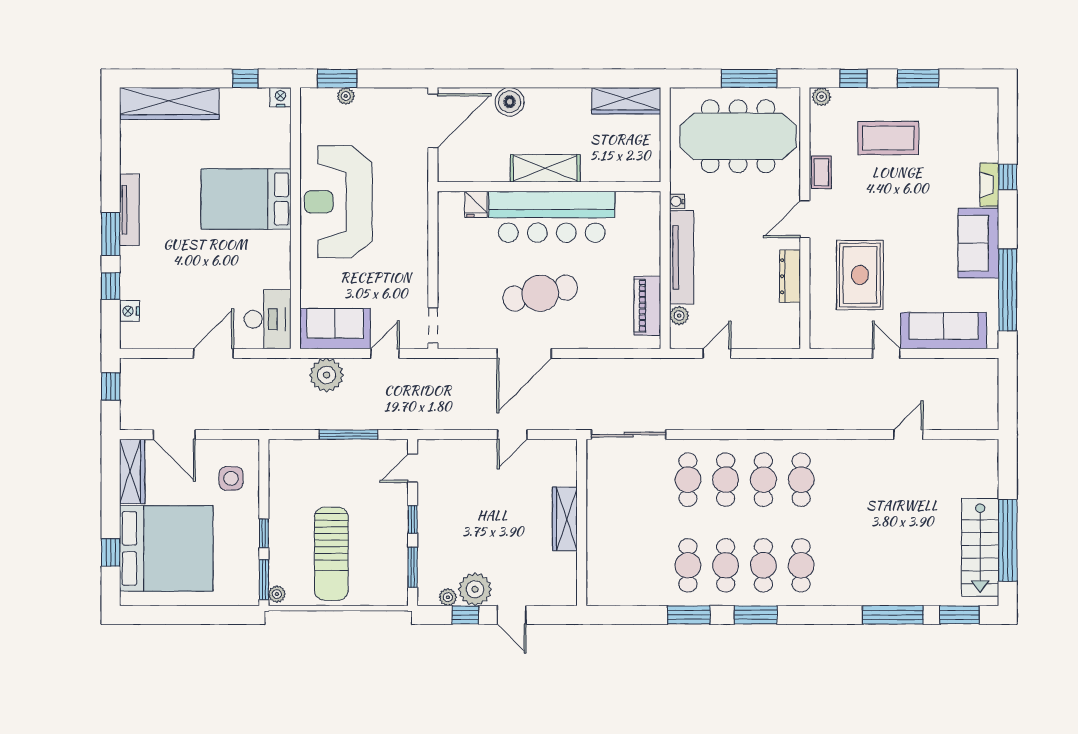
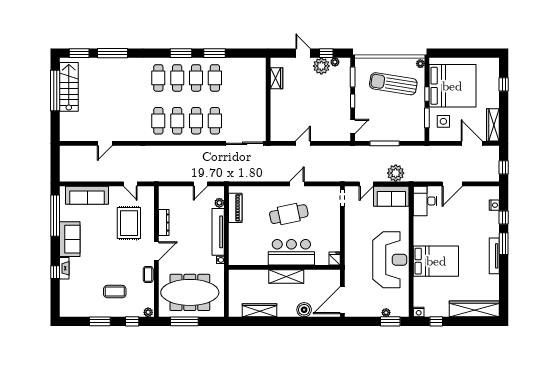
wardrobe: (626, 101) -> (260, 310), moved
coffee table: (888, 138) -> (115, 292), width x0.73, depth x0.76
fridge: (476, 204) -> (335, 258), moved
bar counter: (552, 217) -> (291, 252), width x0.73
door: (524, 353) -> (297, 184), width x0.53
door: (886, 353) -> (130, 184), moved
wardrobe: (565, 519) -> (276, 78), moved, width x0.67
bed: (166, 548) -> (452, 86), moved, turned 180
sun lounger: (331, 554) -> (393, 84), turned -81
window: (264, 580) -> (427, 118), moved

